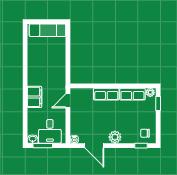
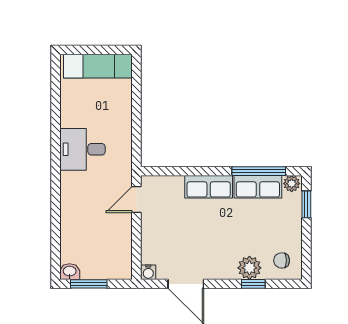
window: (133, 86) -> (259, 171), added
filing cabinet: (35, 97) -> (73, 192), removed
desk: (50, 131) -> (82, 149), moved, turned 90
plant: (115, 137) -> (249, 268), moved
window: (141, 146) -> (253, 284), moved

